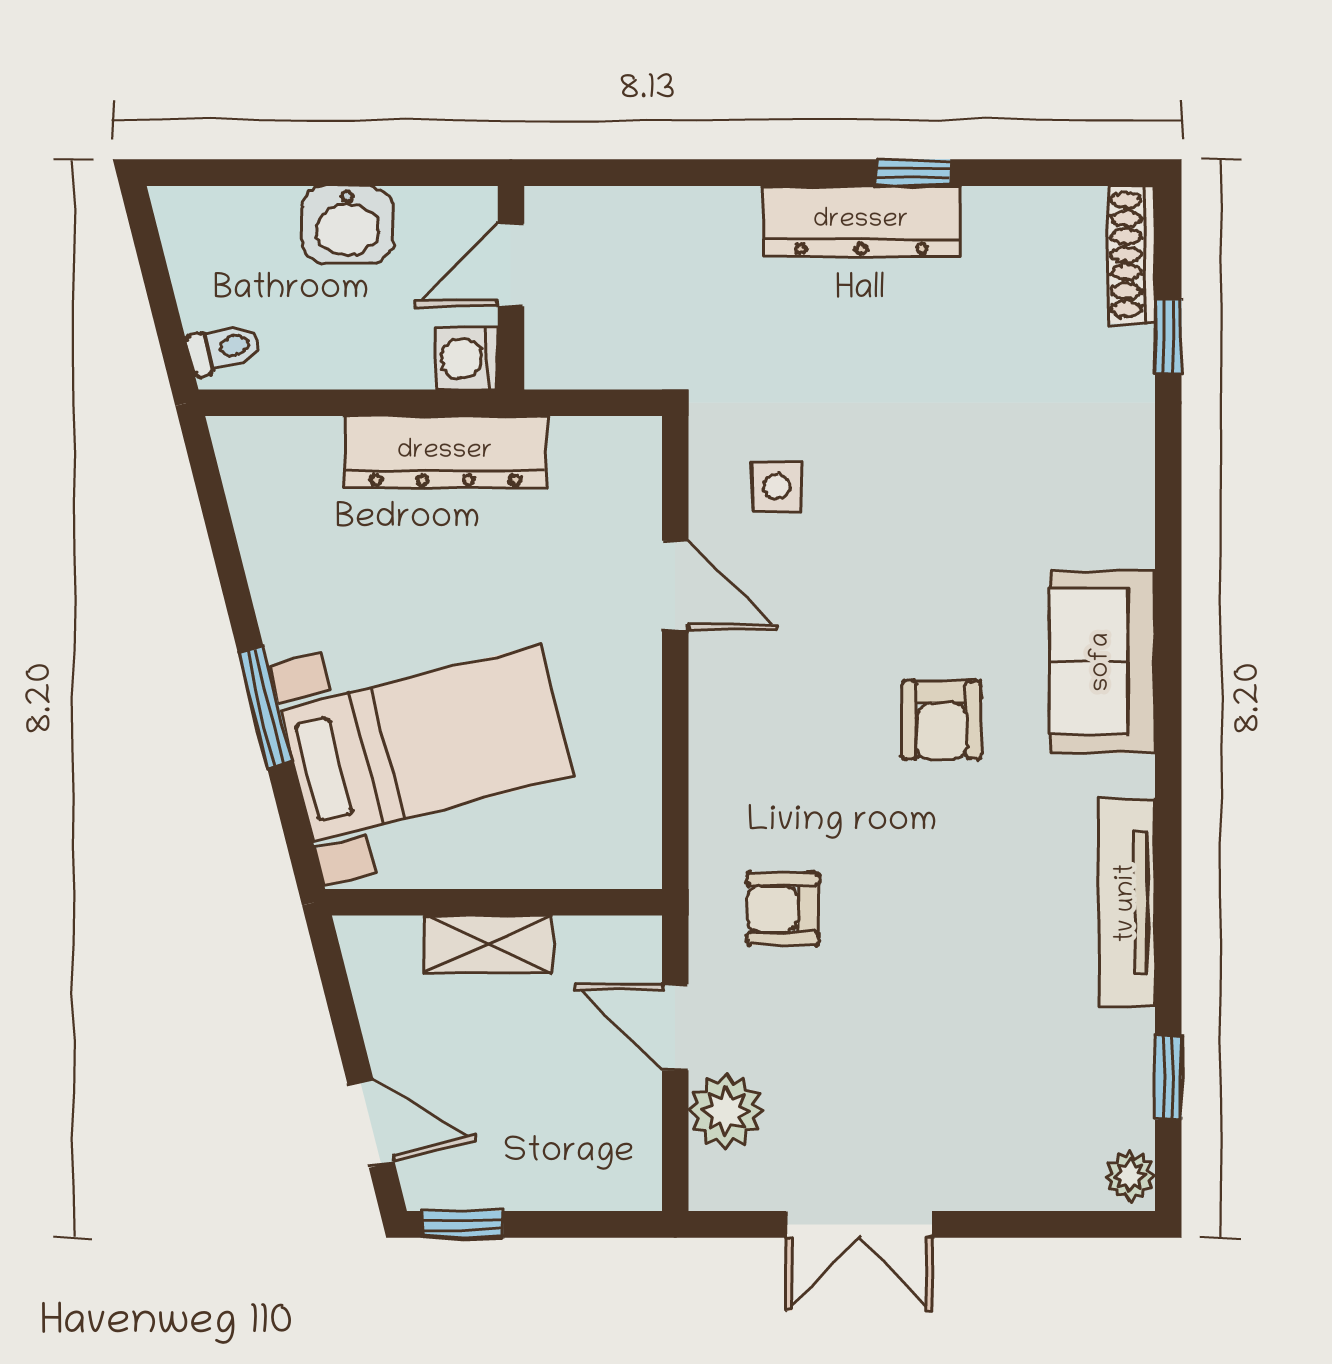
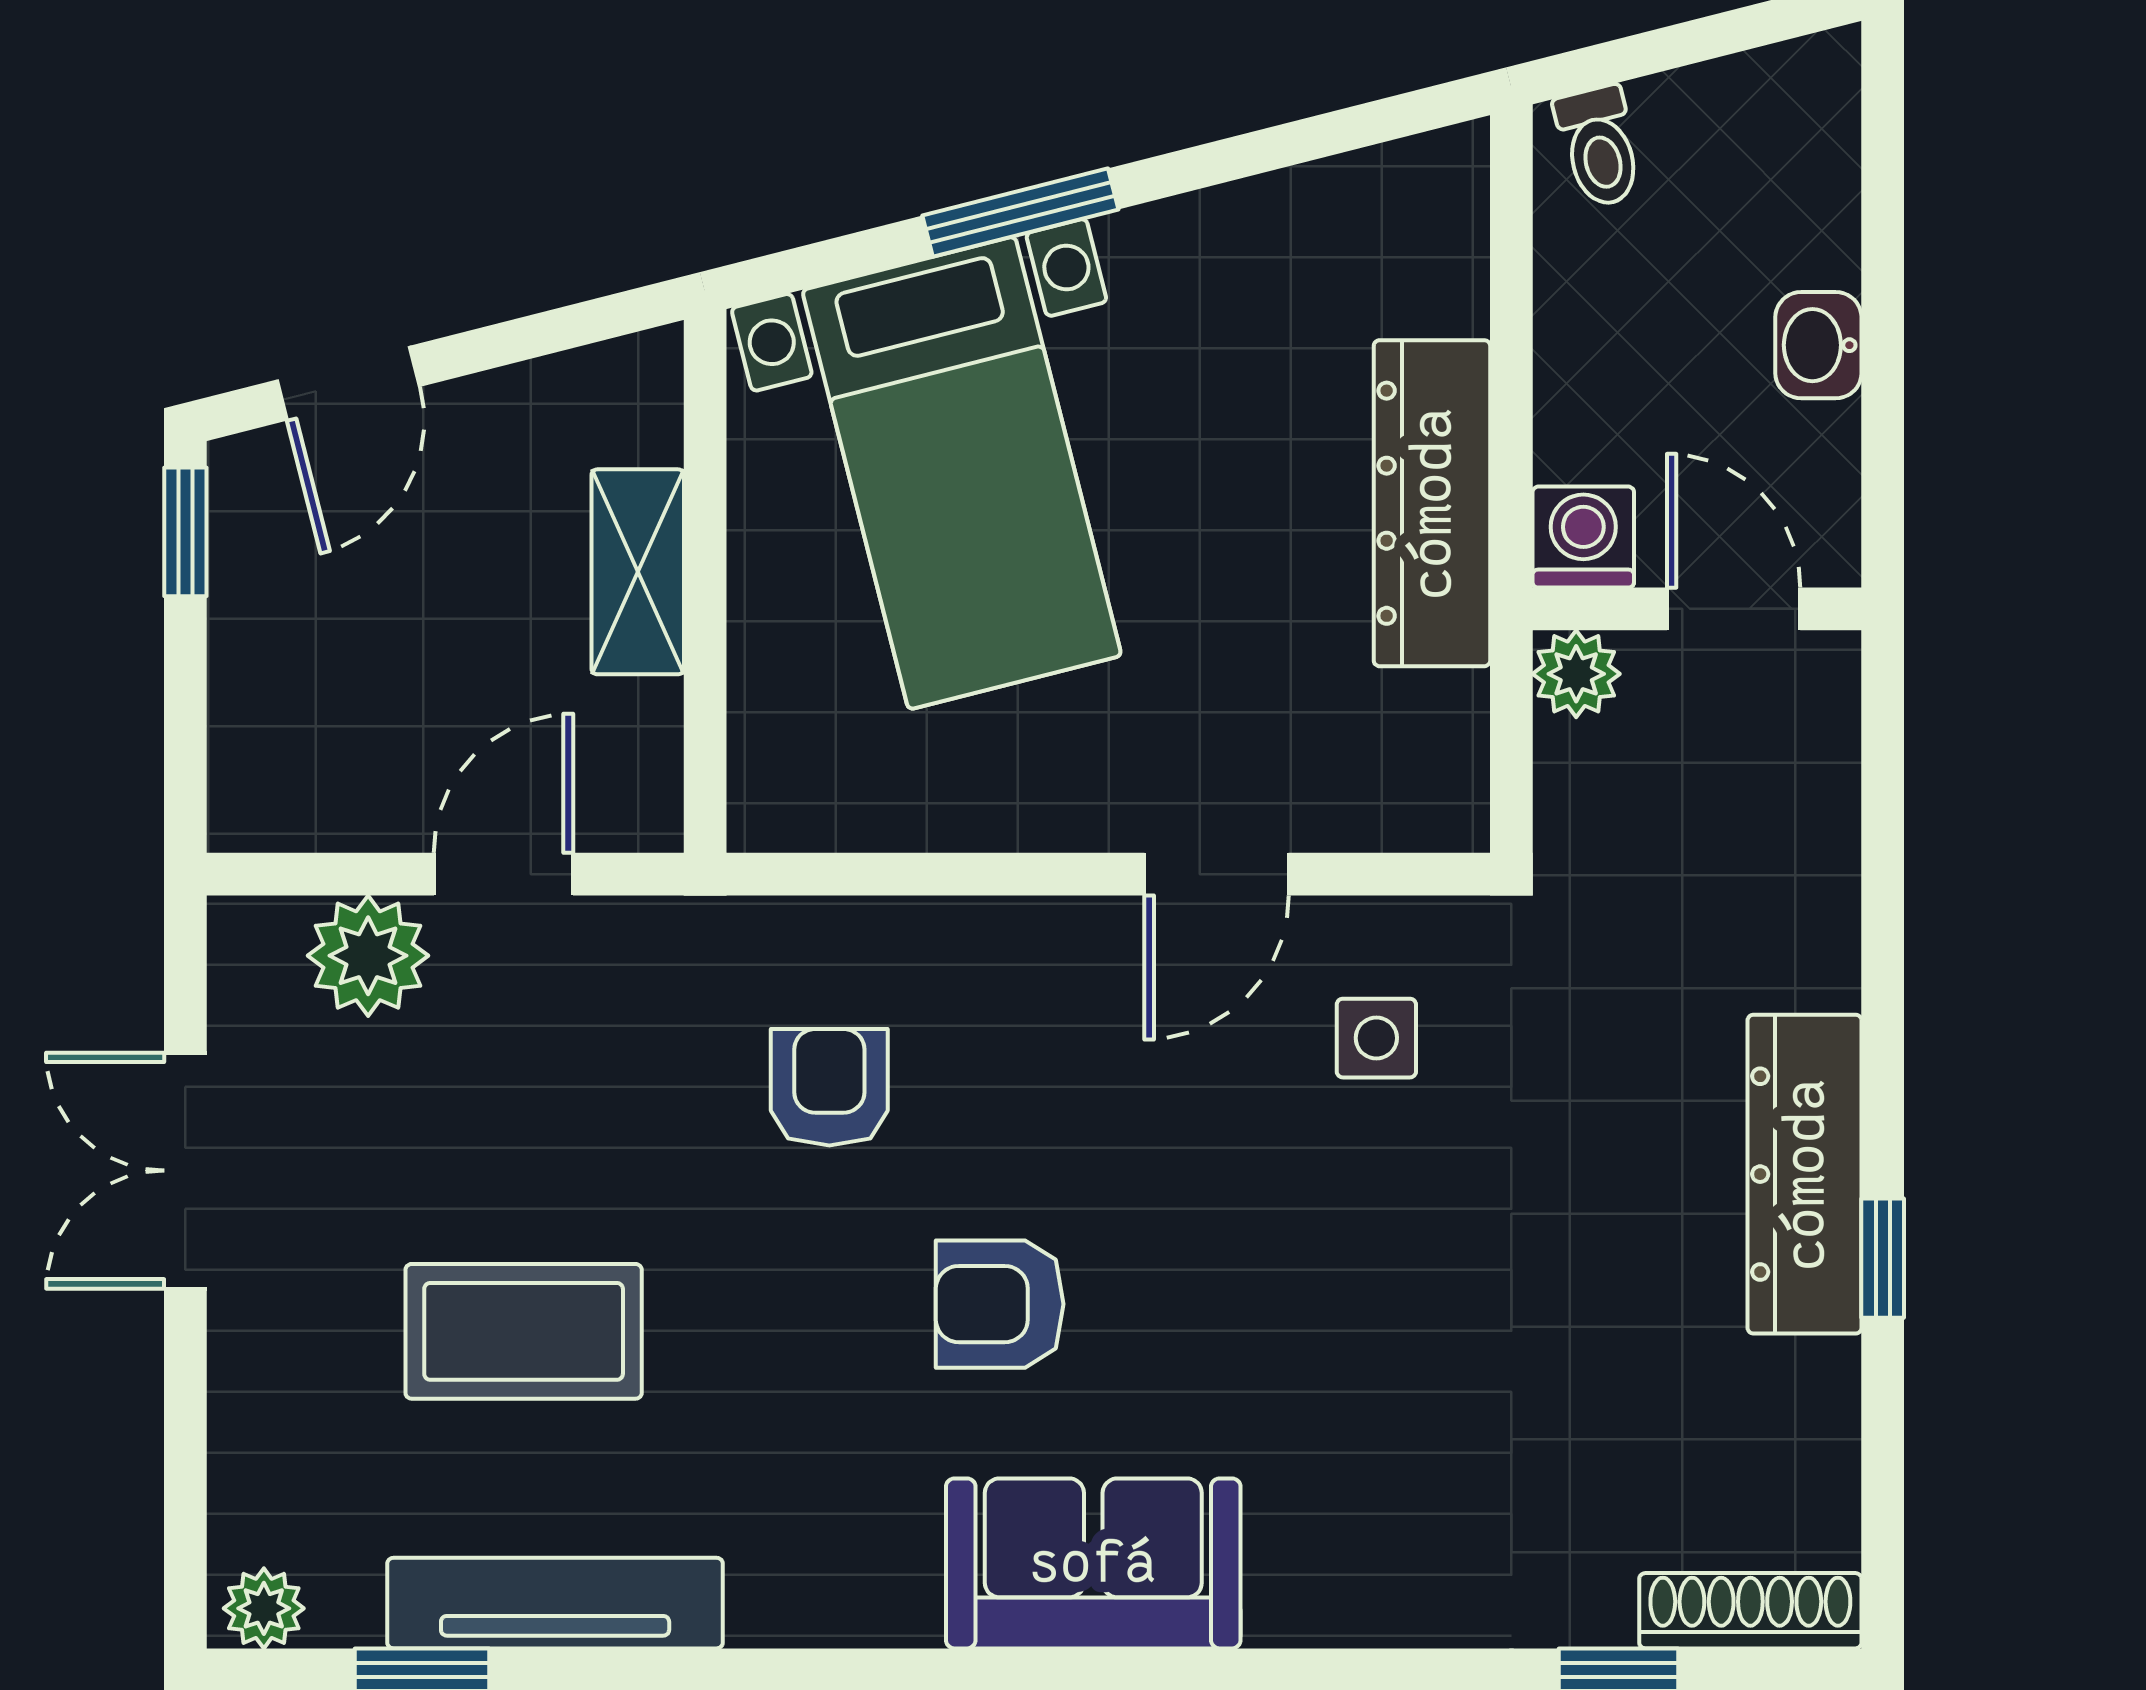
washbasin: (348, 224) -> (1818, 345), width x0.72, depth x0.69
plant: (551, 363) -> (1576, 674), added
tv unit: (1127, 903) -> (555, 1603), moved
armchair: (783, 909) -> (829, 1087), moved
coffee table: (959, 1015) -> (524, 1331), added

